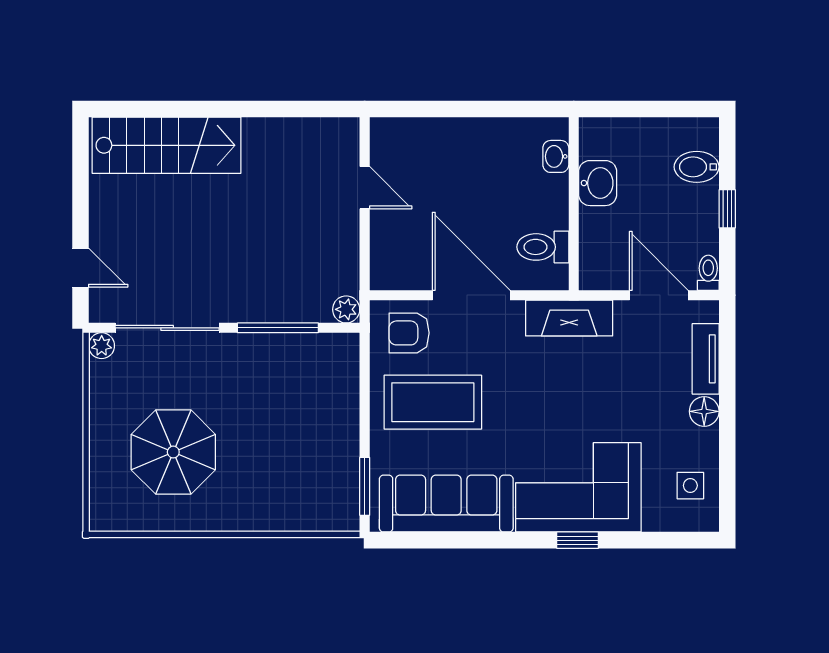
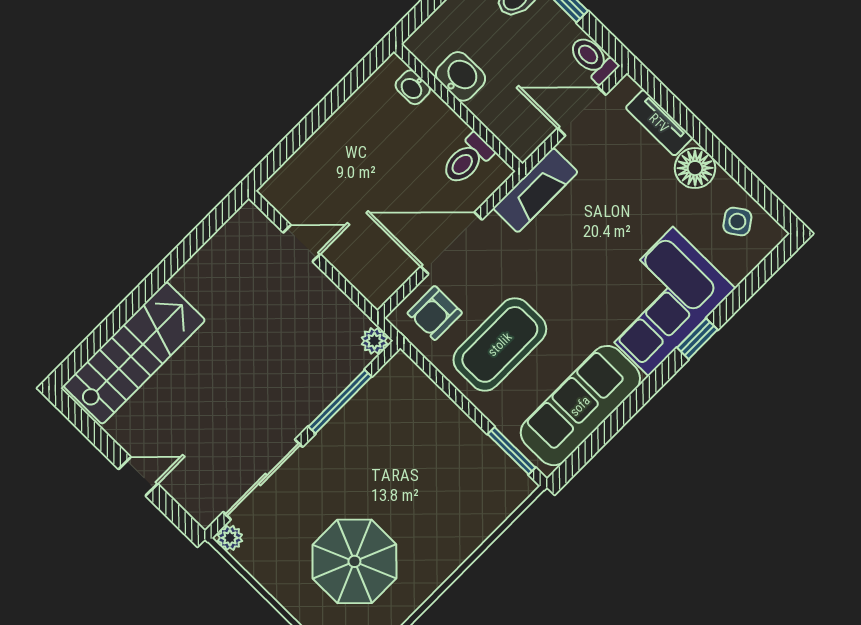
door: (80, 268) -> (138, 476), moved
toilet: (708, 273) -> (593, 59), width x1.37, depth x1.39
floor lamp: (704, 411) -> (695, 168), width x1.38, depth x1.38
side table: (690, 486) -> (737, 221), turned -35

